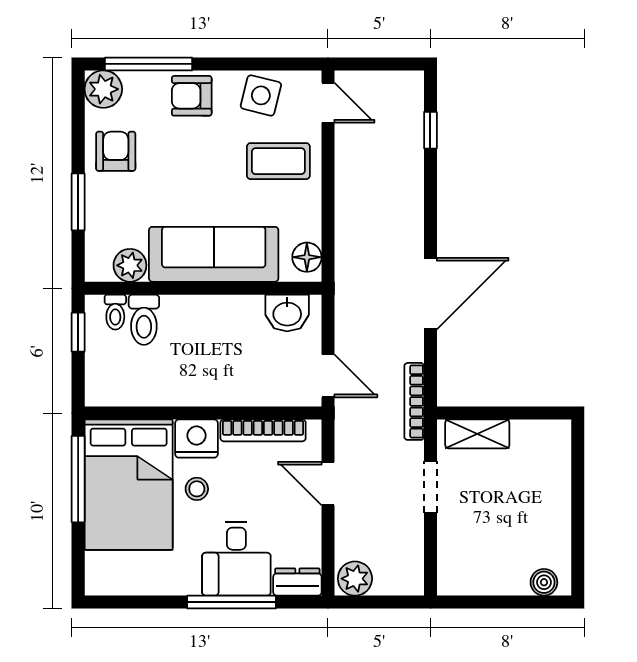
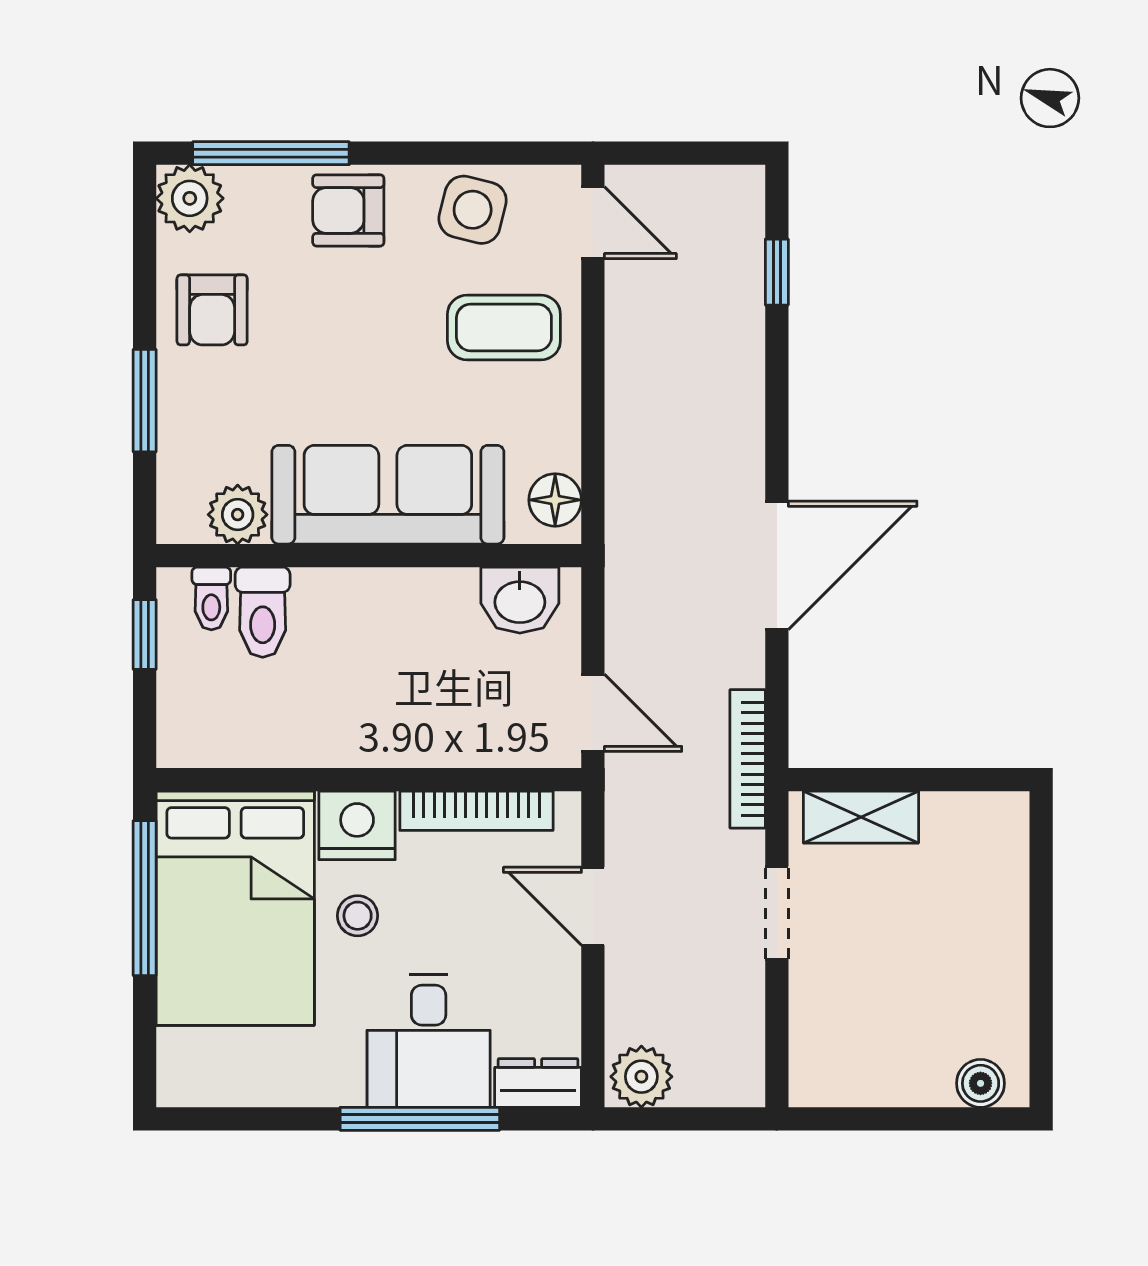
armchair: (116, 151) -> (212, 310), turned 180

